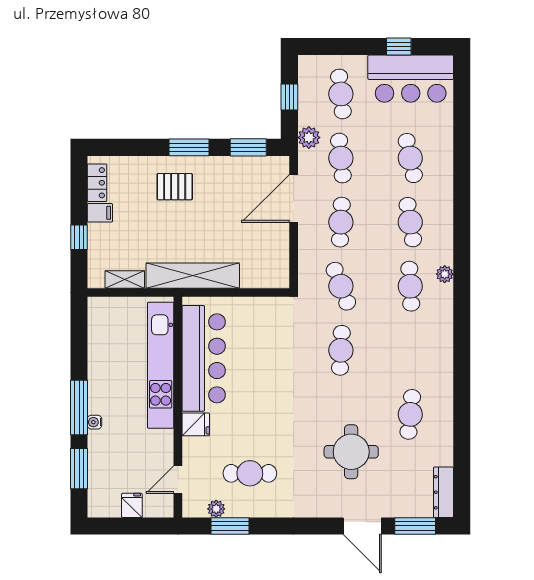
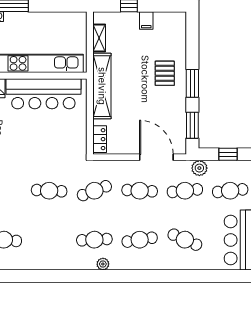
cafe table: (410, 158) -> (185, 240), turned 36
locker: (97, 183) -> (100, 139), moved, turned -90

